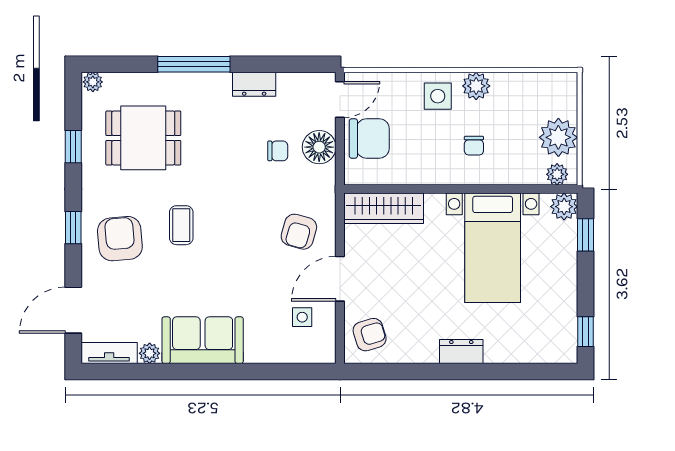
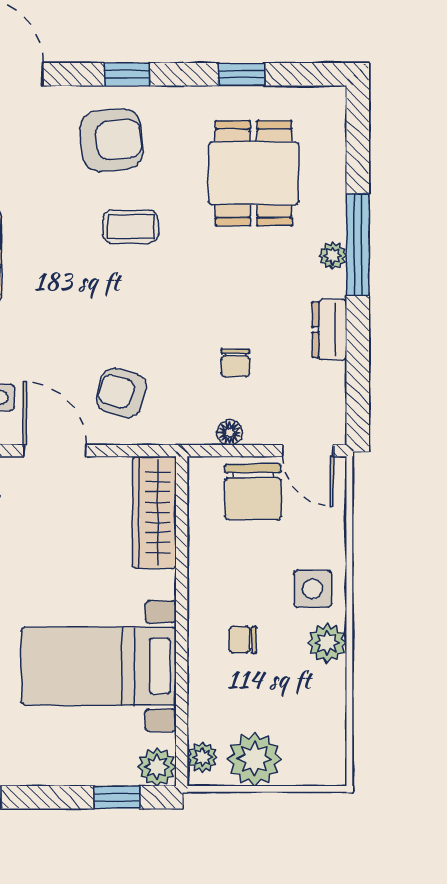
plant: (93, 82) -> (333, 256), moved
floor lamp: (319, 147) -> (230, 433), width x0.53, depth x0.53

